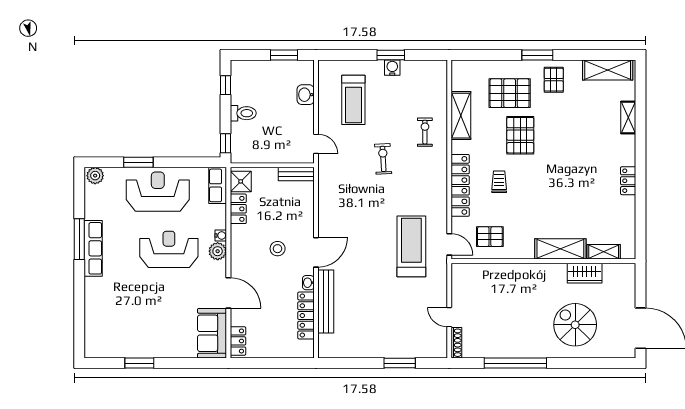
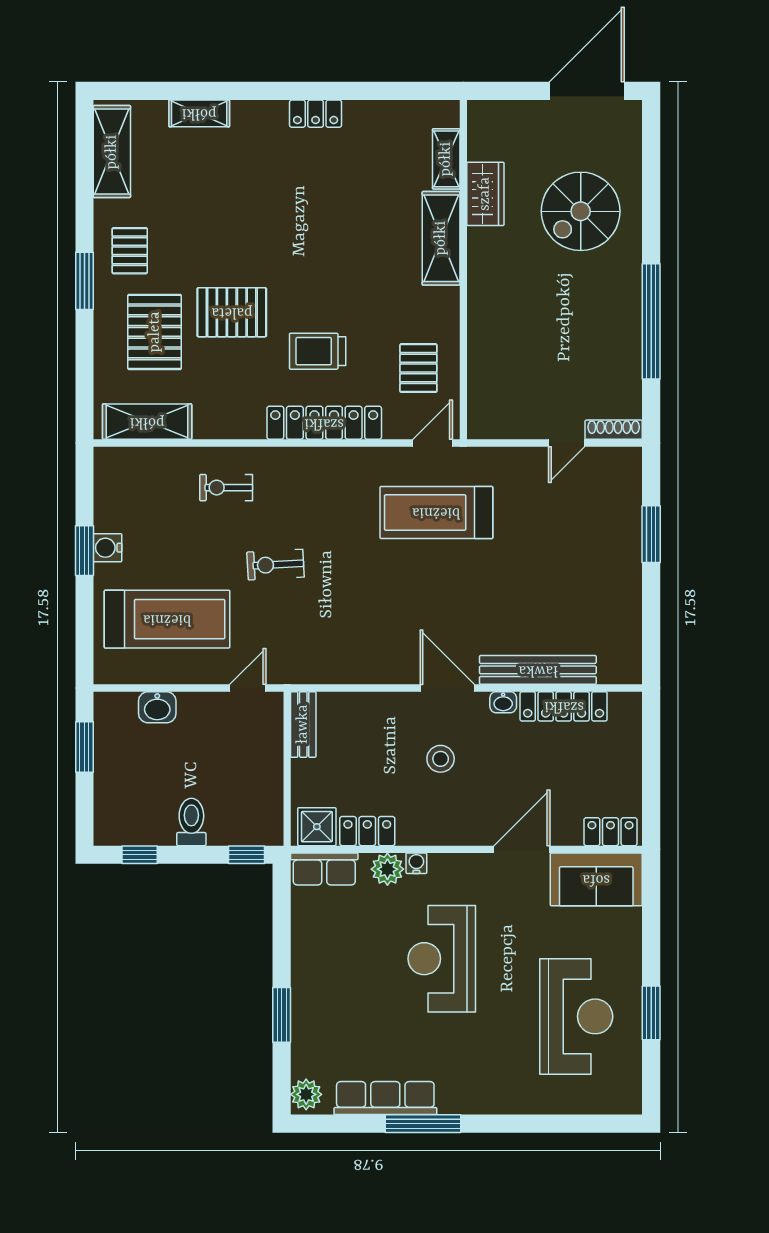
pallet: (554, 80) -> (130, 251), turned 90
treadmill: (353, 100) -> (167, 619), width x1.37, depth x1.38
shelving: (461, 116) -> (147, 422), moved
trolley: (499, 182) -> (318, 351), width x1.36, depth x1.39
reception desk: (158, 192) -> (576, 1016), moved, turned 180
row of seats: (93, 248) -> (385, 1098), moved
plant: (218, 251) -> (387, 869), moved

